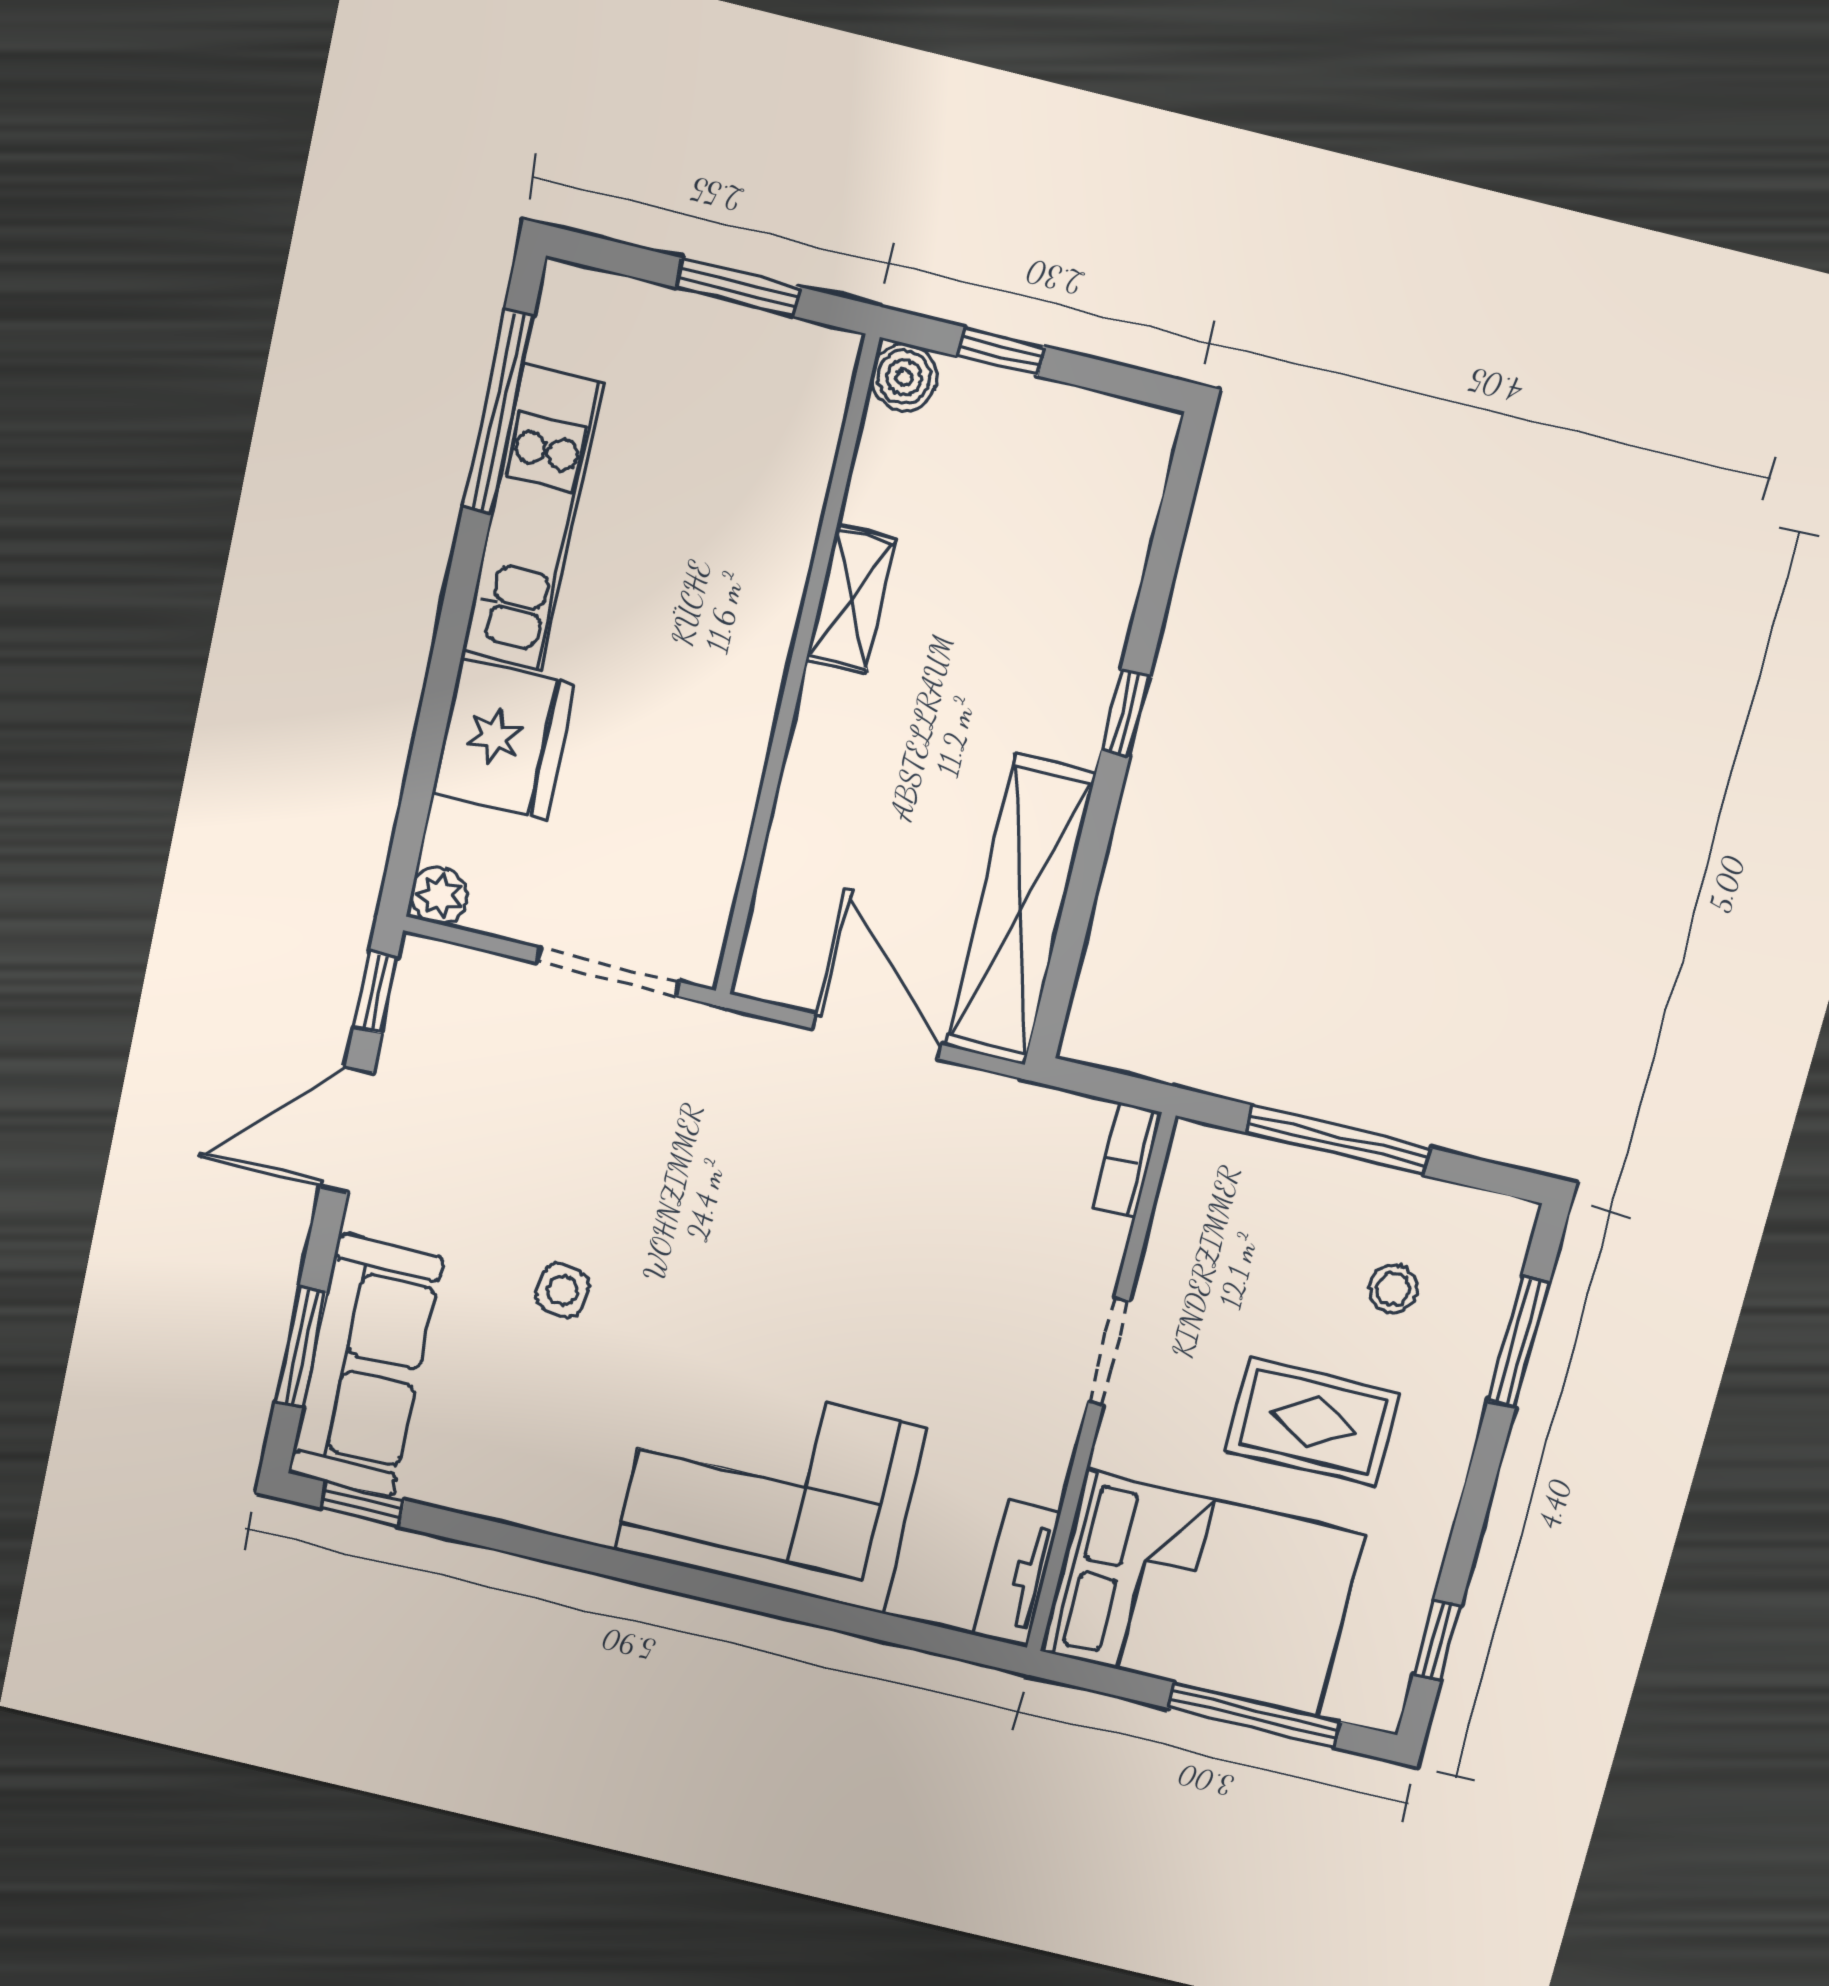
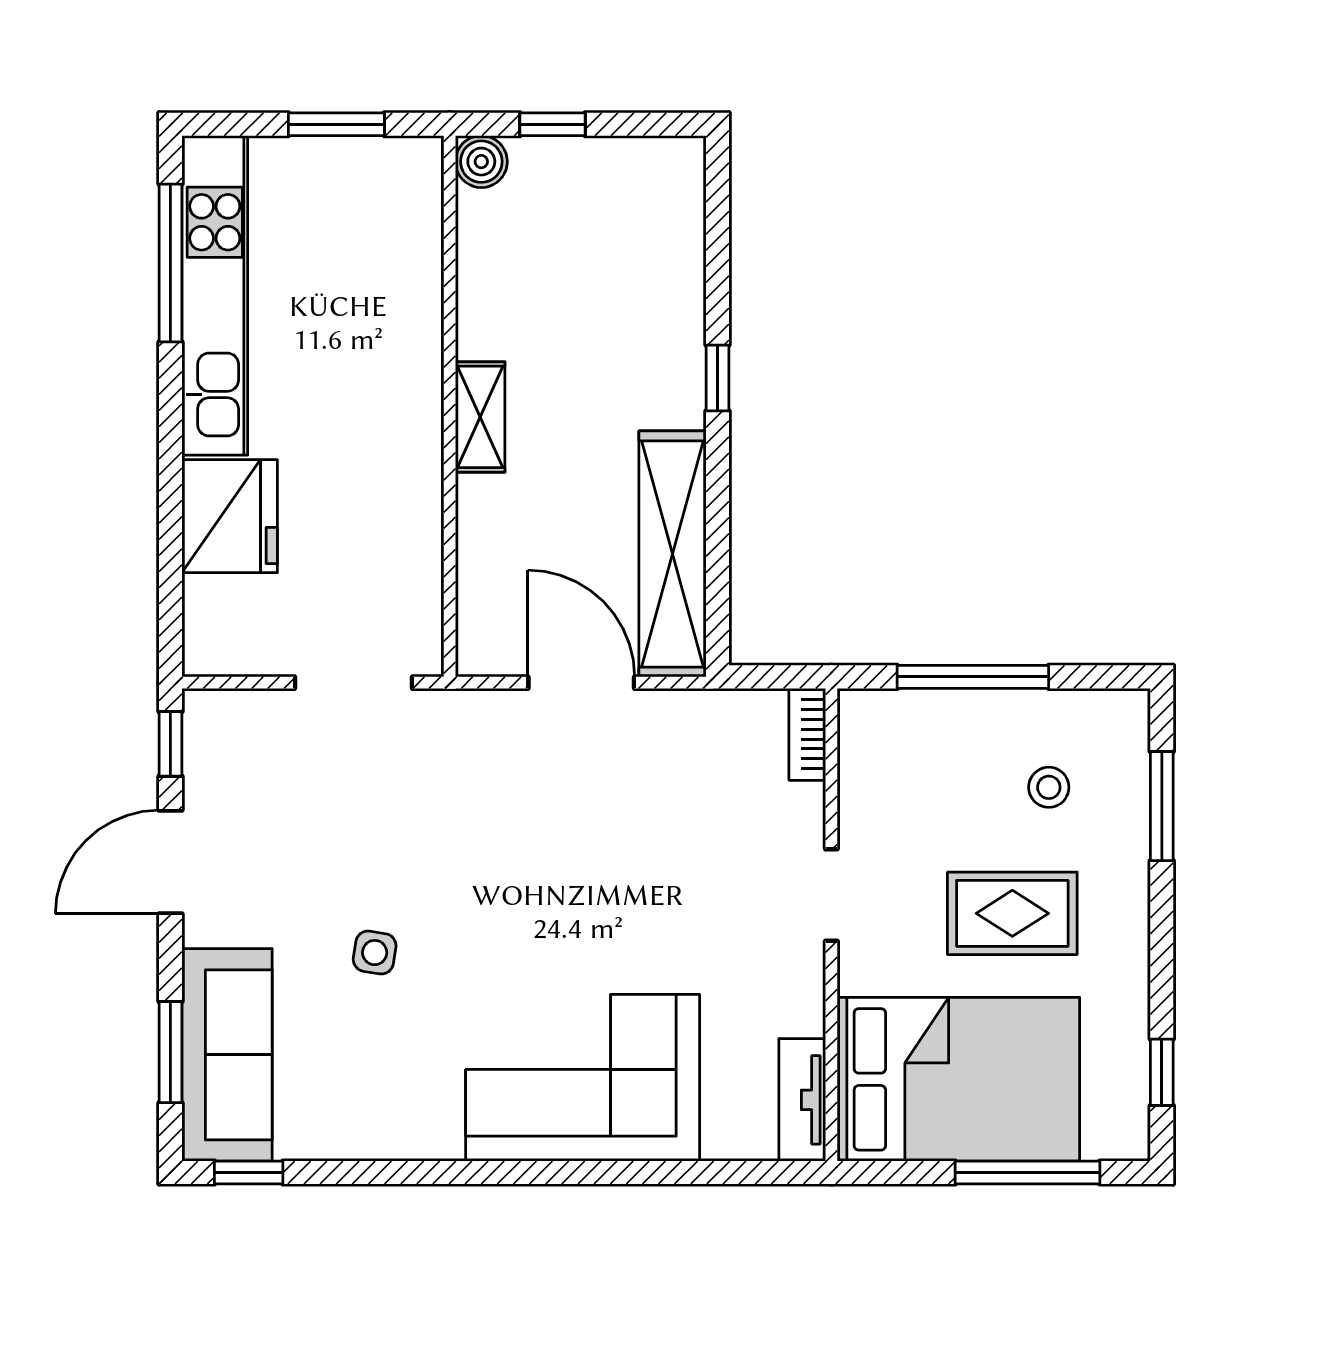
kitchen unit: (532, 517) -> (215, 296), width x1.36
shelving: (851, 599) -> (480, 417), moved
plant: (439, 896) -> (205, 654), removed

